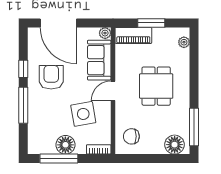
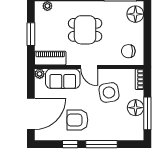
piano: (133, 35) -> (50, 58), moved, turned -90
chair: (131, 136) -> (128, 51), turned 90

